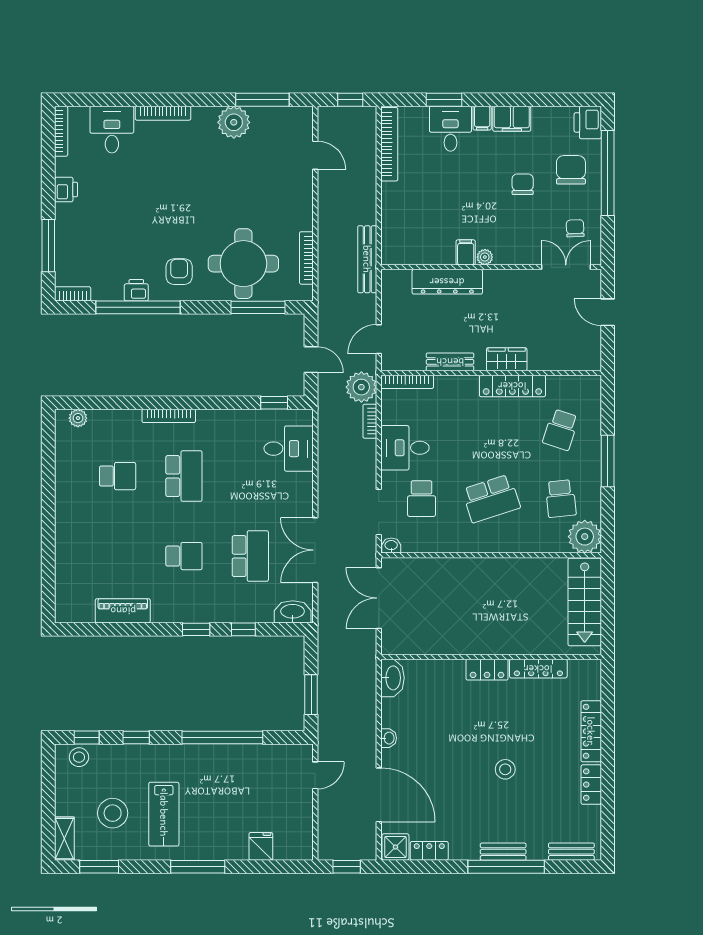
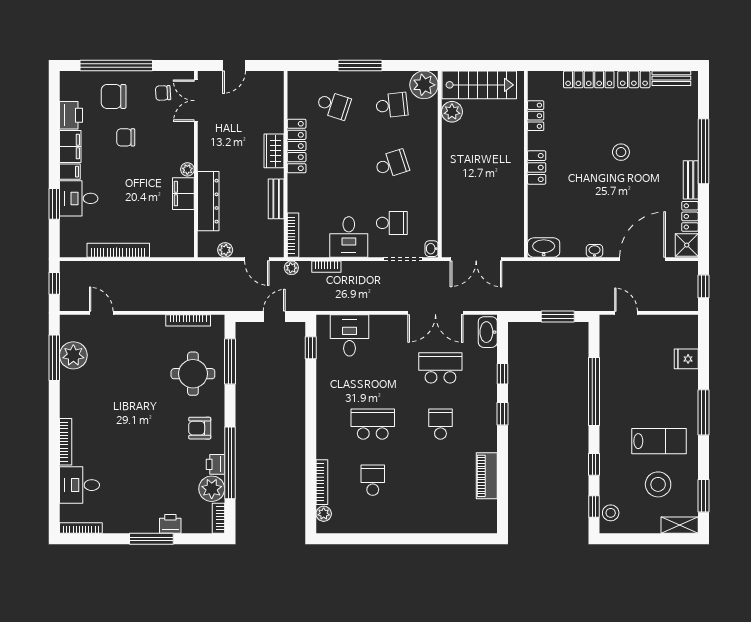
plant: (234, 122) -> (73, 355), moved
printer: (588, 122) -> (71, 115), moved, turned -90
bookcase: (389, 144) -> (118, 250), moved
door: (315, 155) -> (101, 313), hinge flipped
printer: (66, 190) -> (170, 524), moved
window: (48, 246) -> (151, 539), moved
filing cabinet: (466, 252) -> (183, 194), width x2.00
bench: (367, 259) -> (189, 269), removed
round table: (243, 264) -> (193, 374), width x0.73, depth x0.73
plant: (107, 286) -> (212, 489), added
plant: (390, 302) -> (225, 250), added
plant: (361, 387) -> (291, 268), width x0.53, depth x0.53
bookcase: (169, 416) -> (322, 482), moved
school desk: (491, 499) -> (392, 164), width x0.54
plant: (553, 570) -> (452, 112), added
locker: (538, 669) -> (536, 116), width x0.66
bench: (503, 852) -> (691, 180), moved
bench: (571, 852) -> (671, 78), moved, turned 90

